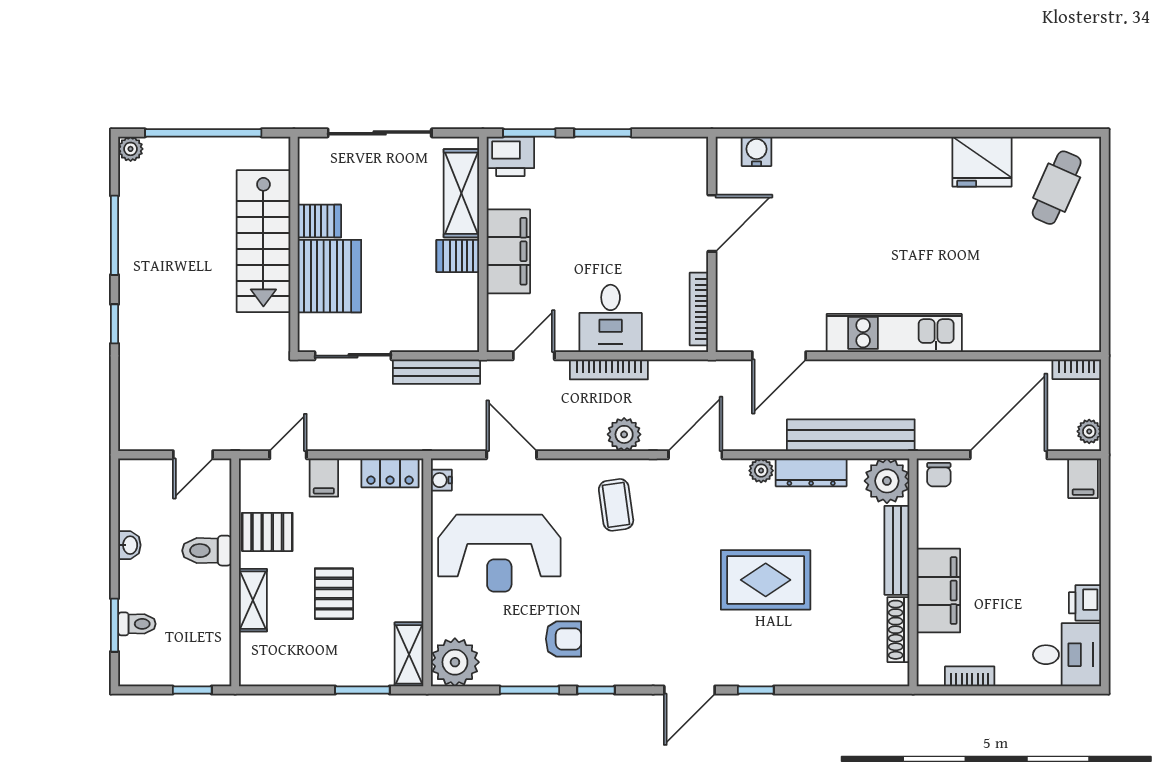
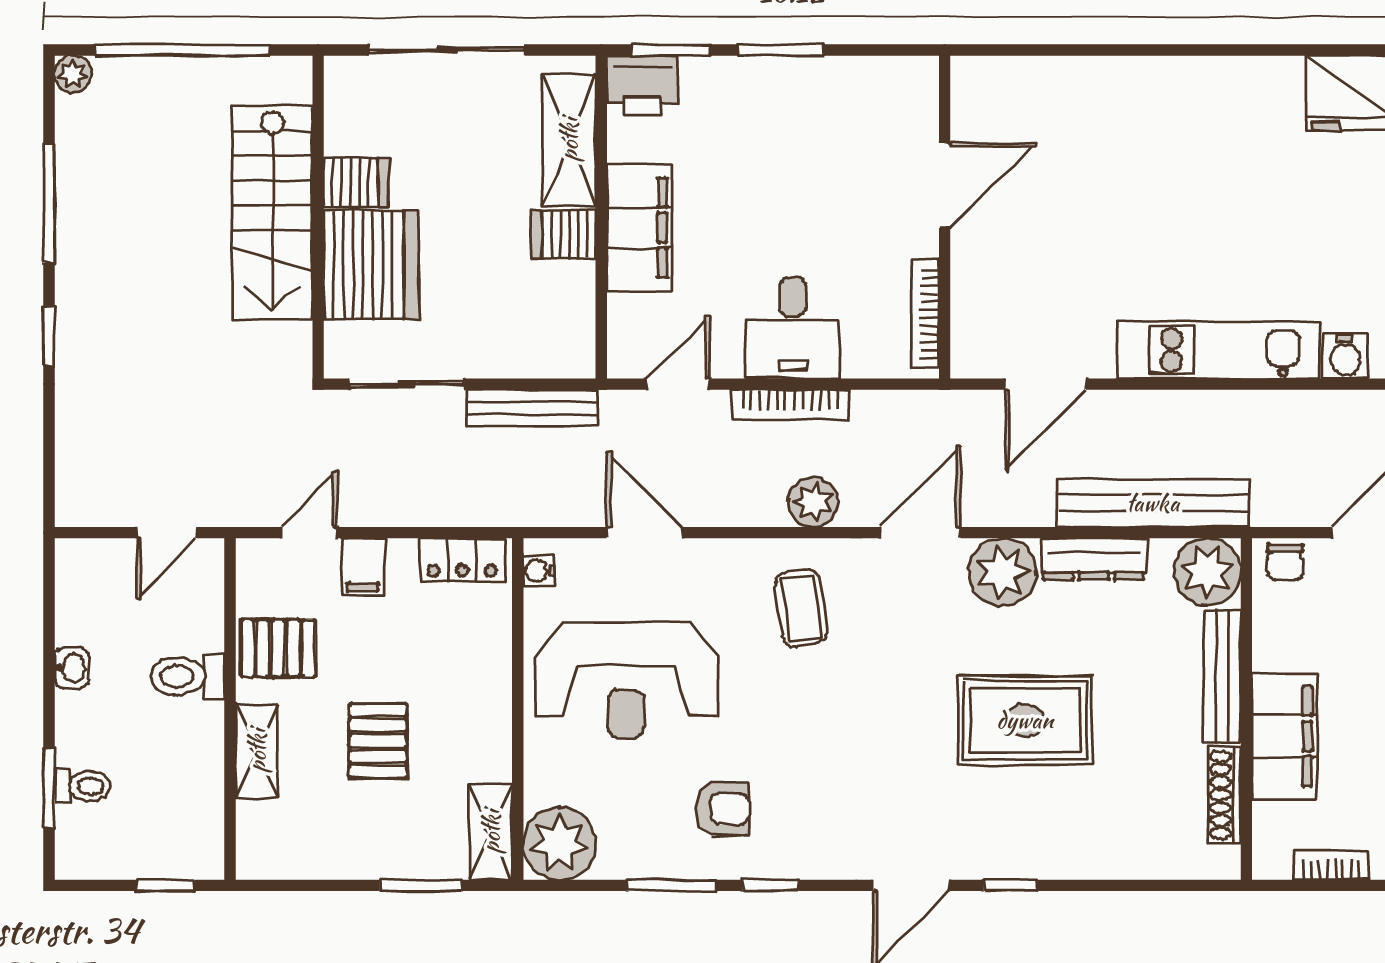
water cooler: (757, 151) -> (1345, 356), moved, turned 180
plant: (761, 471) -> (1003, 572), width x1.87, depth x1.87

